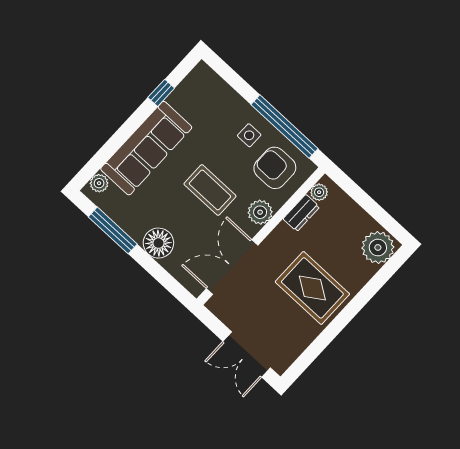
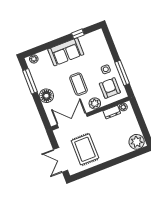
window: (284, 127) -> (122, 73), width x0.68
sofa: (146, 148) -> (66, 52), width x0.73
rug: (312, 288) -> (85, 149), moved

